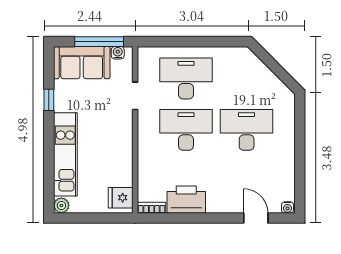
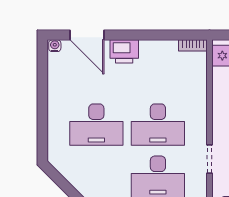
printer: (186, 200) -> (124, 51), moved, width x0.73, depth x0.84
door: (256, 218) -> (87, 35), width x1.38

